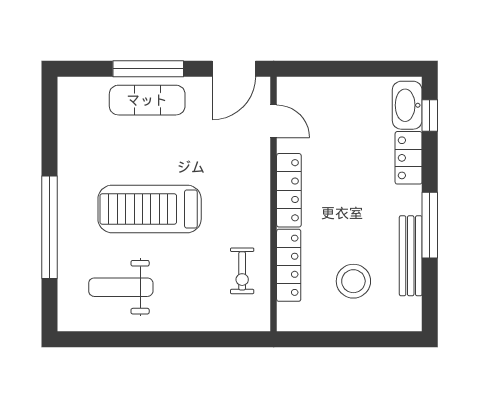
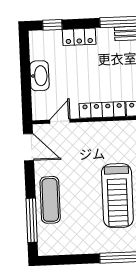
window: (148, 69) -> (32, 220), moved
washbasin: (407, 105) -> (40, 76), moved, turned -90

